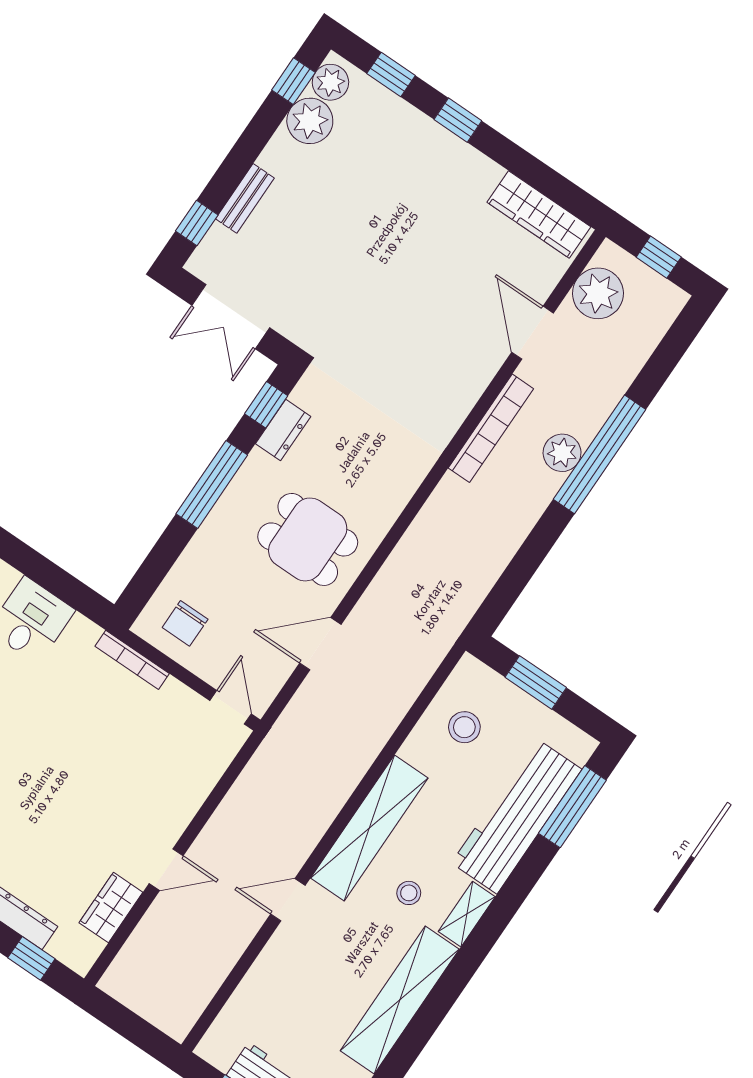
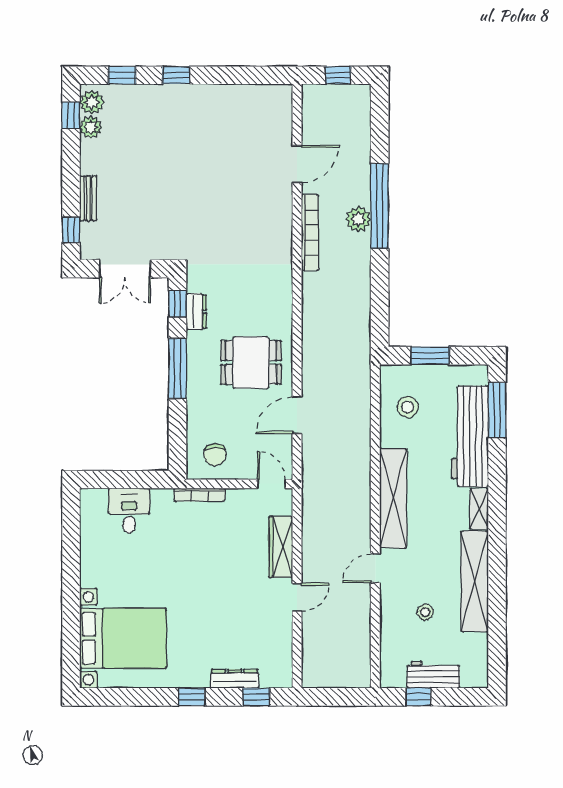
plant: (310, 121) -> (91, 127), width x0.73, depth x0.73
wardrobe: (539, 214) -> (256, 97), removed
plant: (598, 293) -> (318, 118), removed
door: (532, 333) -> (297, 164), swing flipped
stool: (409, 893) -> (425, 612), moved
wardrobe: (111, 908) -> (281, 547), moved, width x1.50

